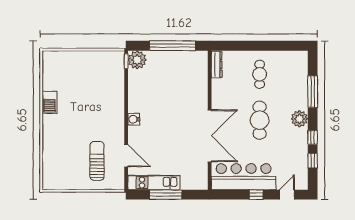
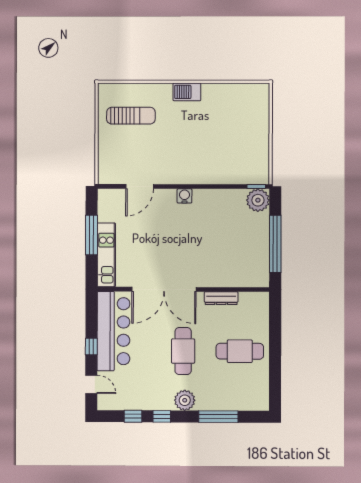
dresser: (217, 65) -> (221, 298), moved
cafe table: (260, 74) -> (240, 351), width x1.37, depth x1.35
barbecue: (49, 102) -> (187, 92), moved
cafe table: (260, 120) -> (183, 351), turned 90
sun lounger: (97, 161) -> (131, 116), moved
kitchen unit: (154, 183) -> (106, 255), moved

